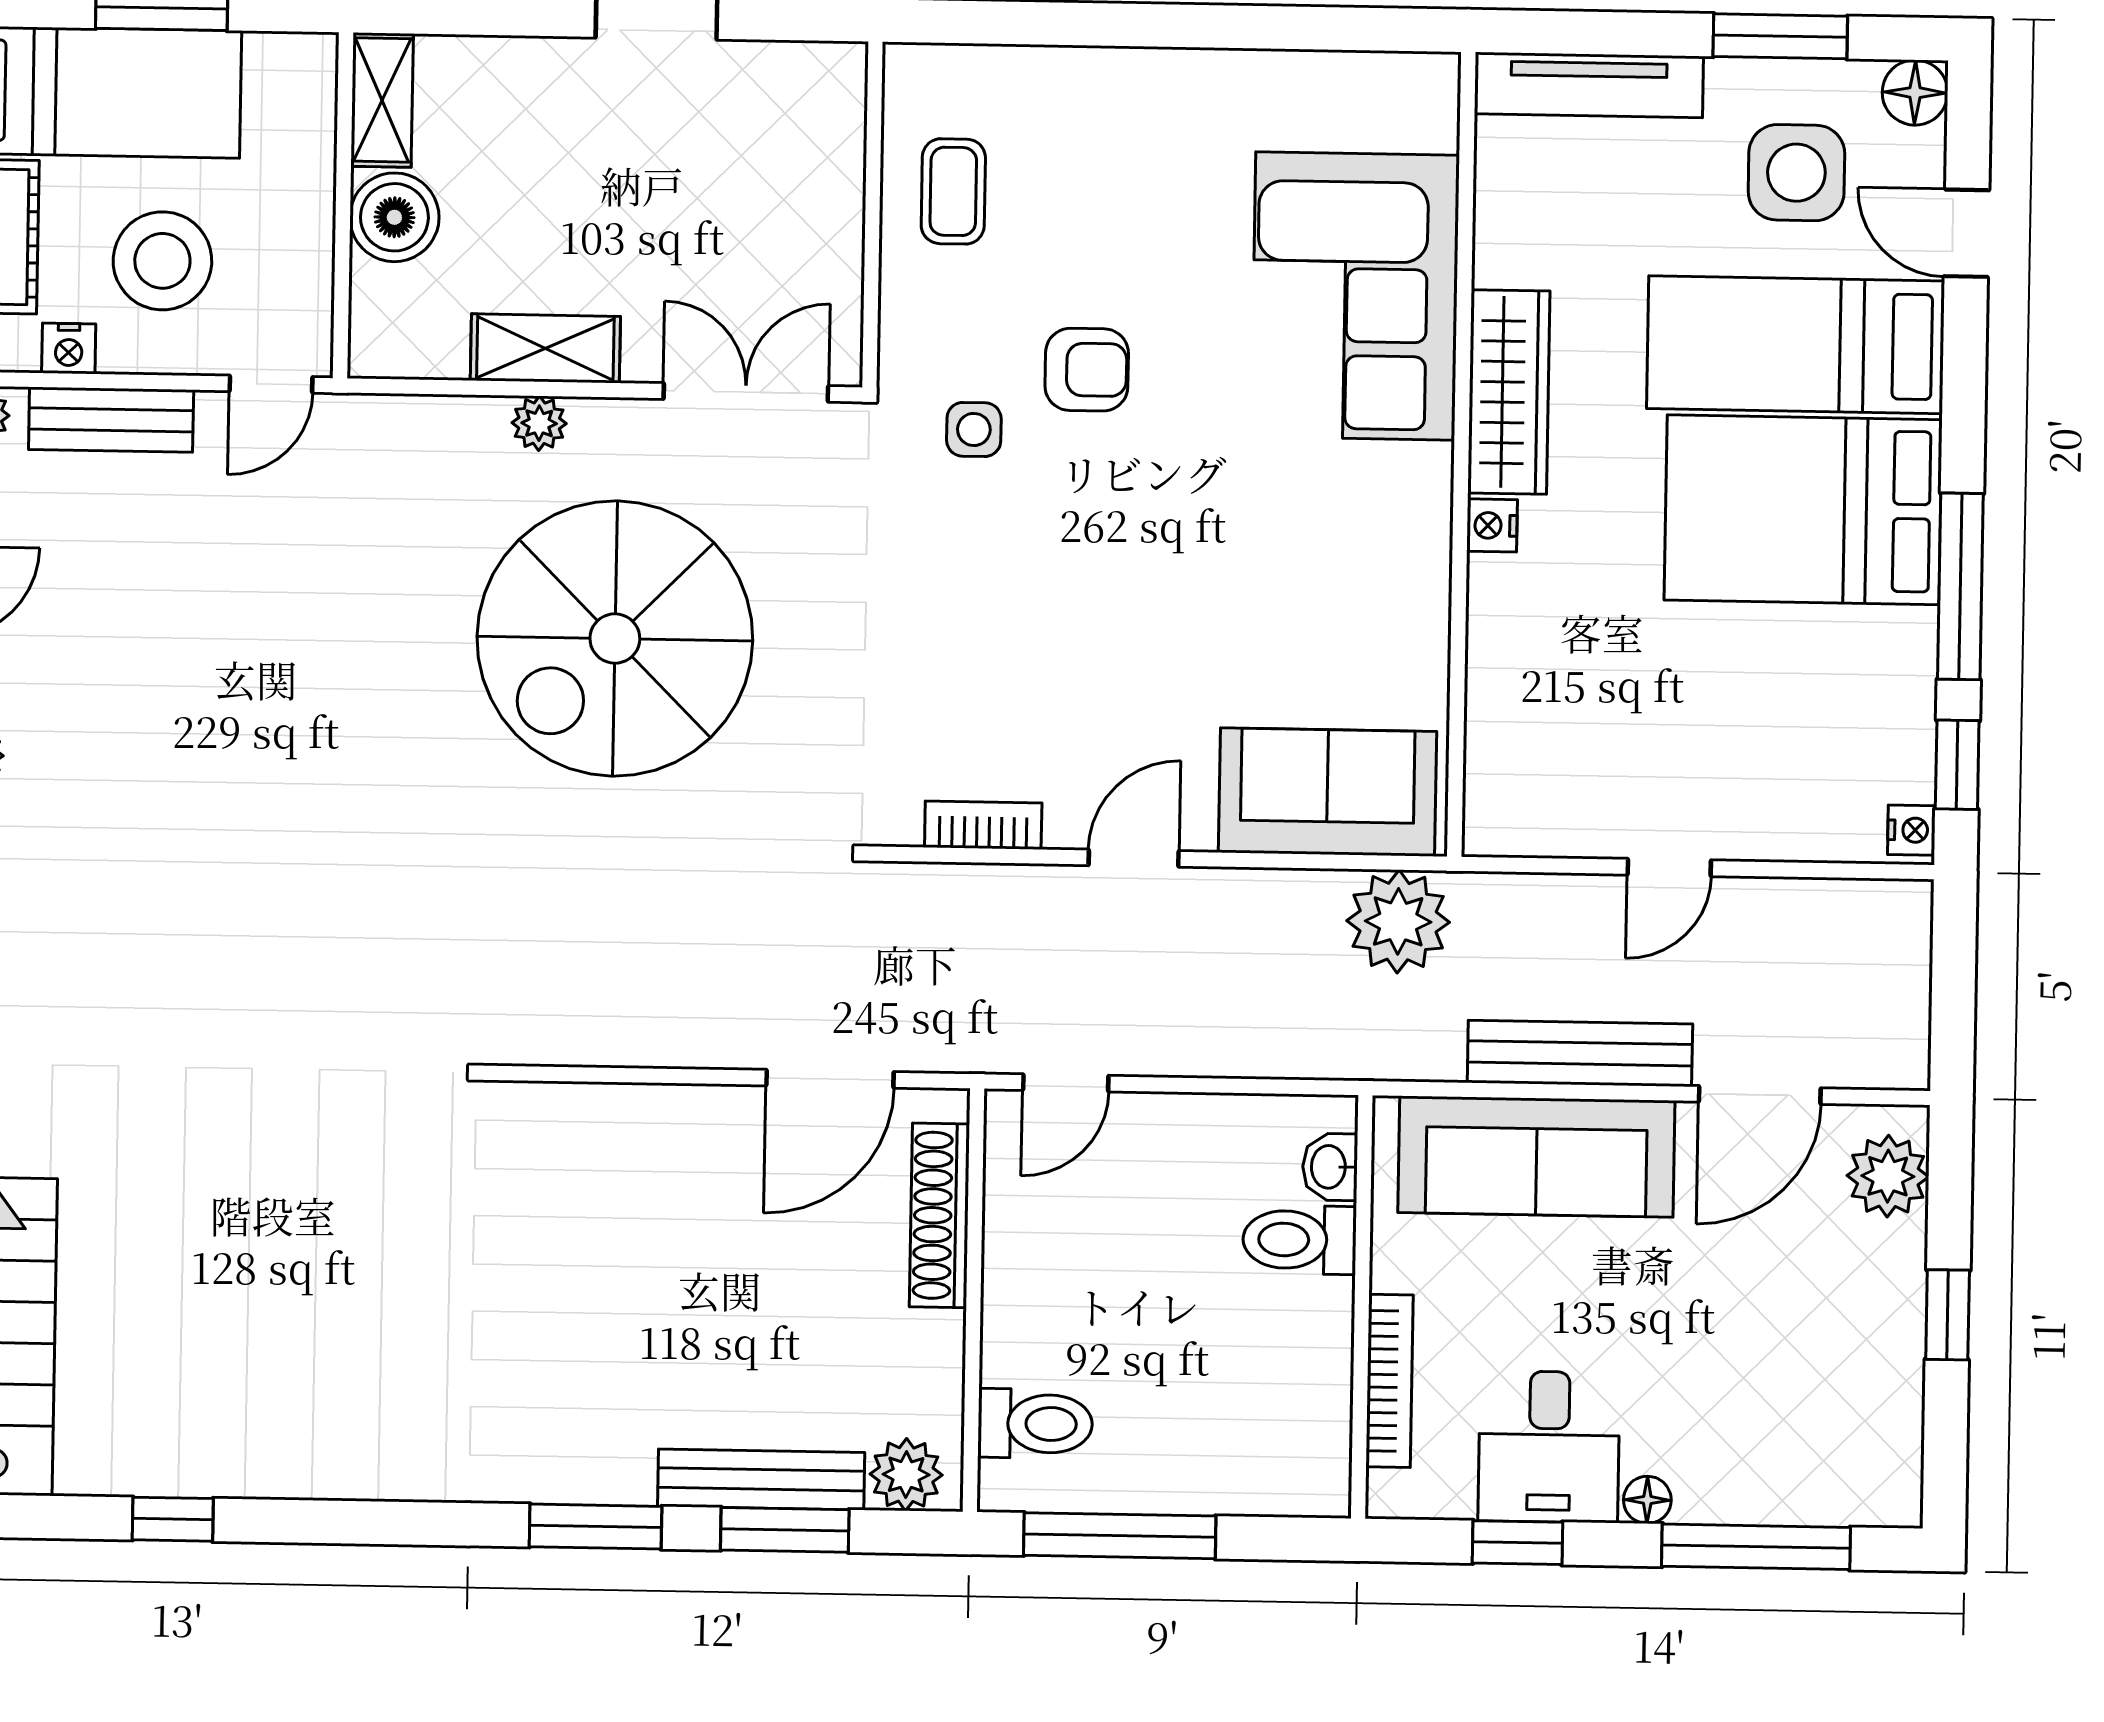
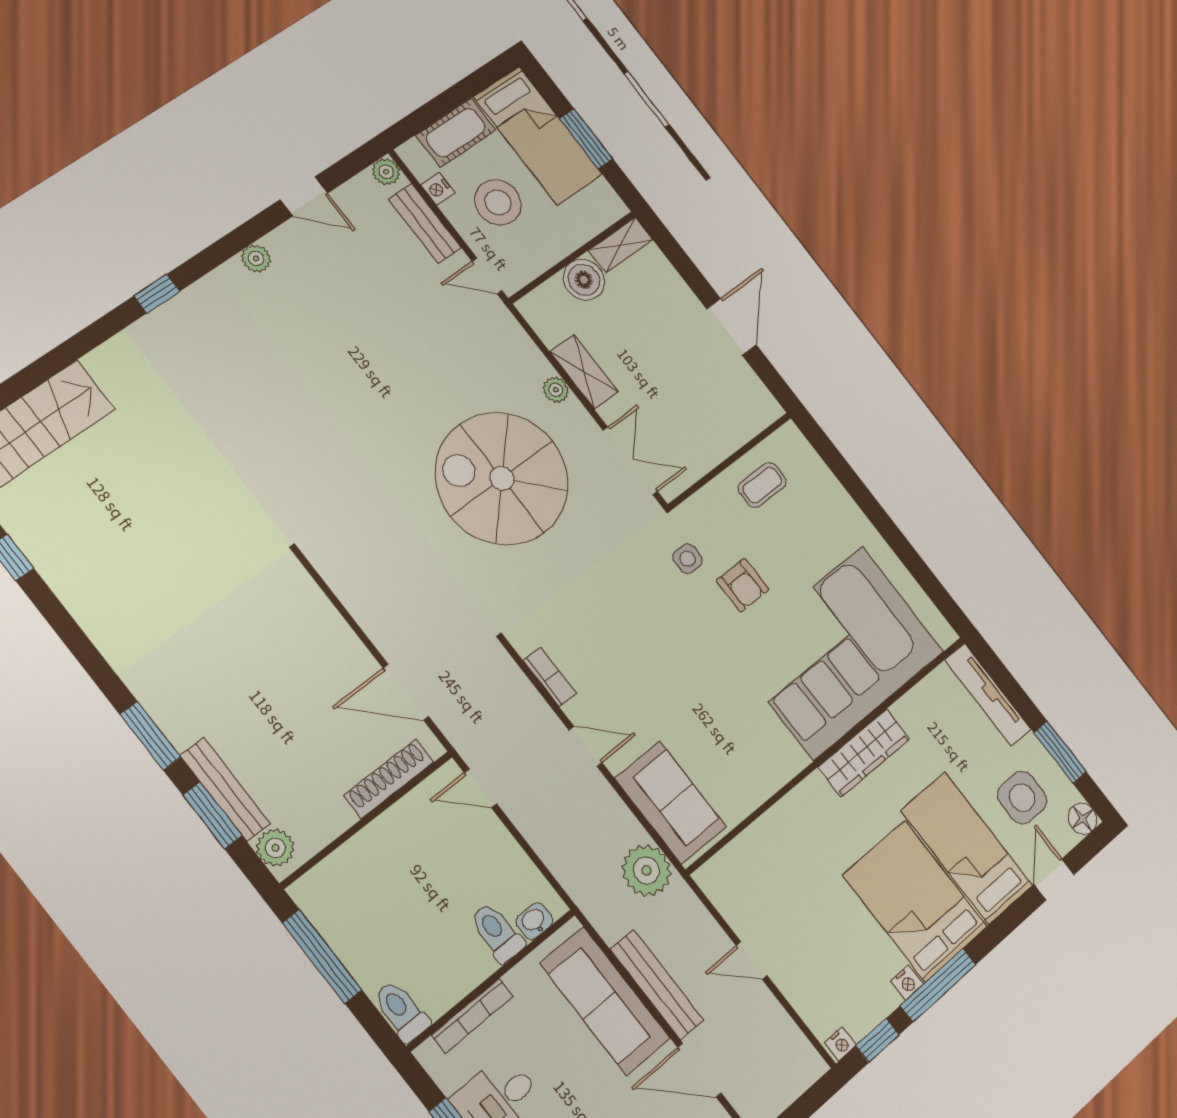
corner sofa: (1355, 296) -> (838, 653), width x1.36, depth x1.36
nightstand: (1492, 525) -> (907, 983), moved, turned 180
toilet: (1035, 1424) -> (401, 1011), moved, turned 180

